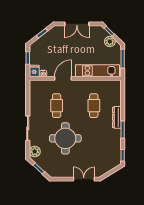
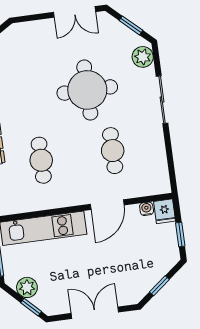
double door: (84, 179) -> (75, 12), moved

